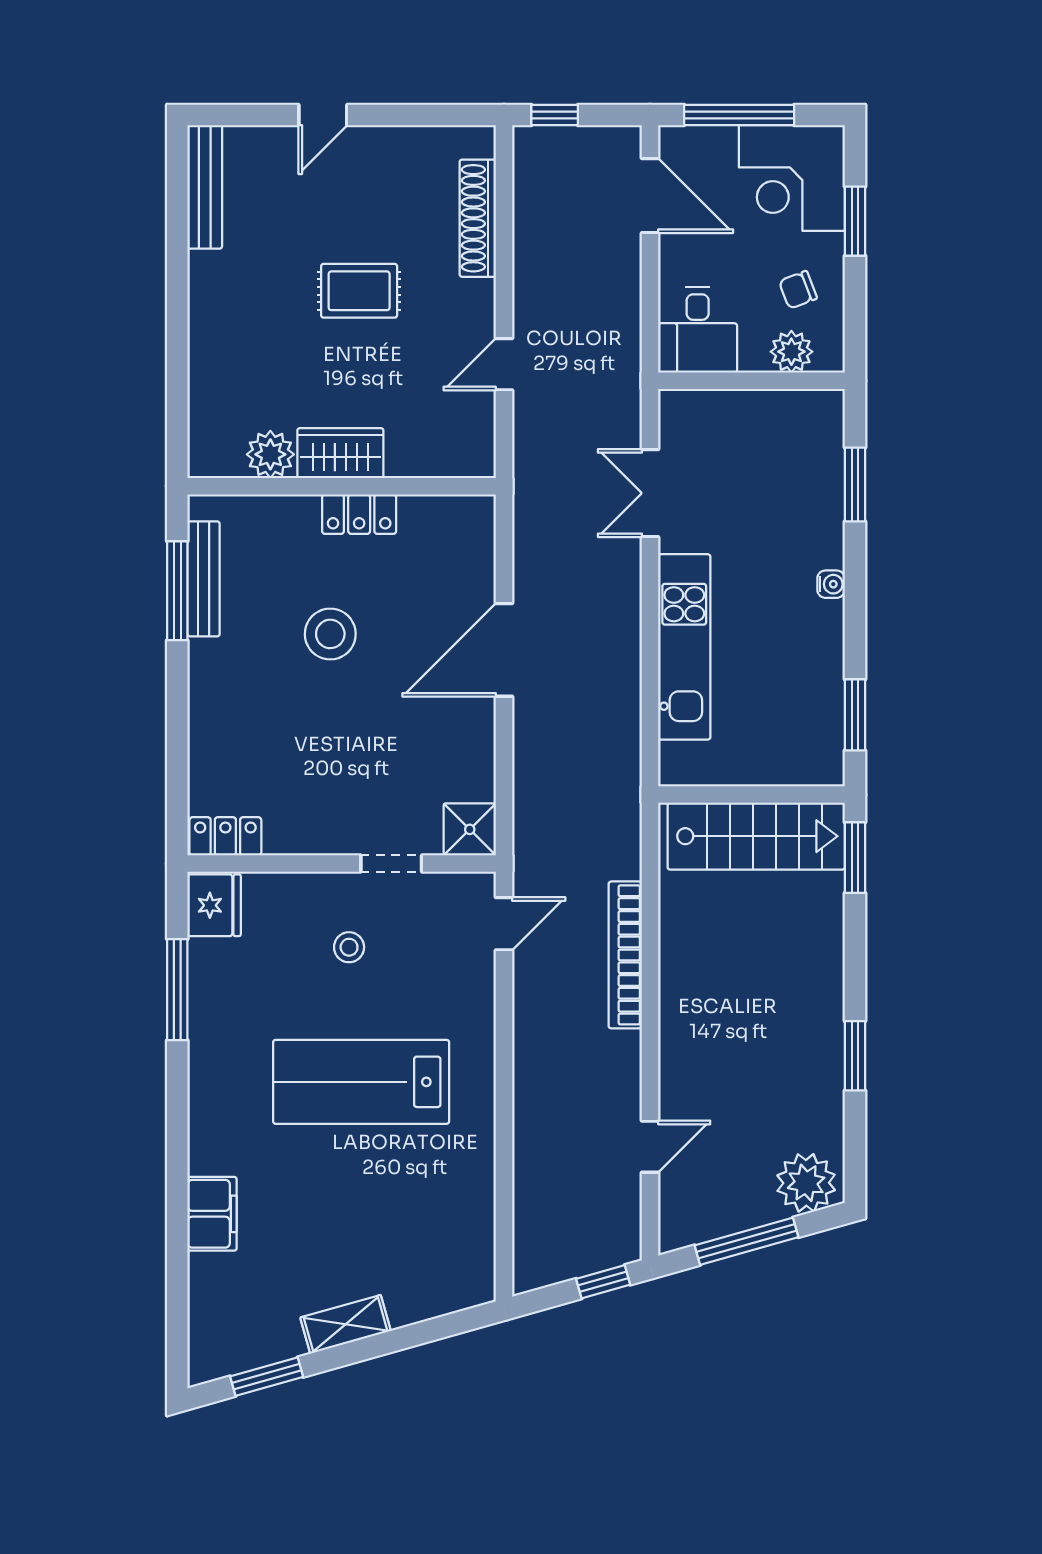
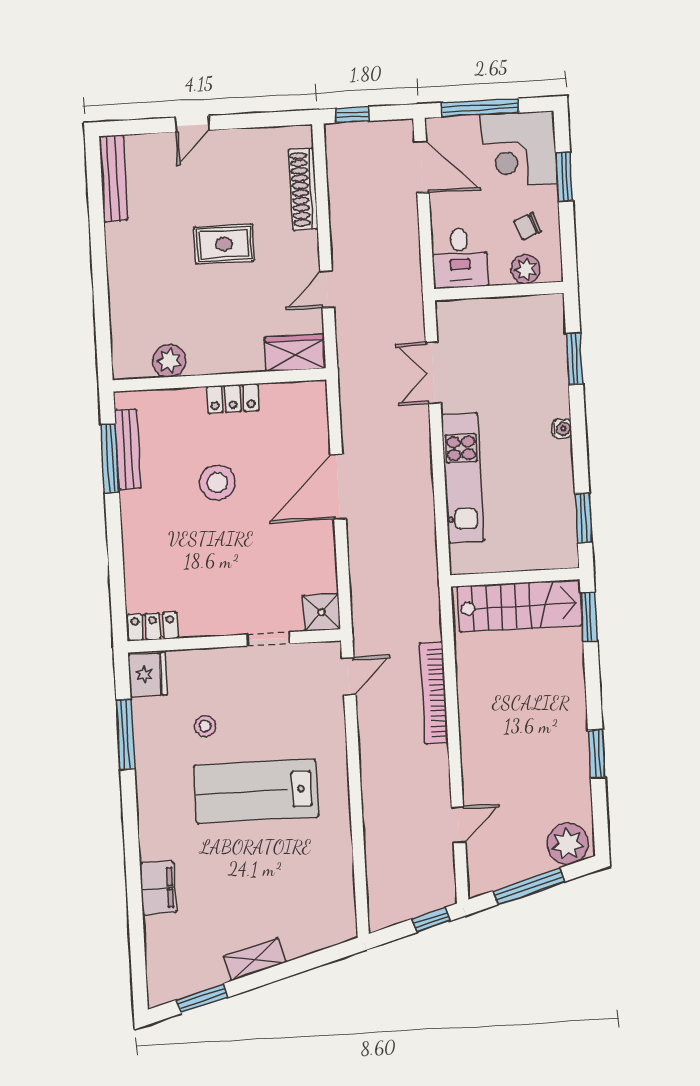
wardrobe: (340, 453) -> (295, 353), moved
stool: (349, 947) -> (205, 726), moved

